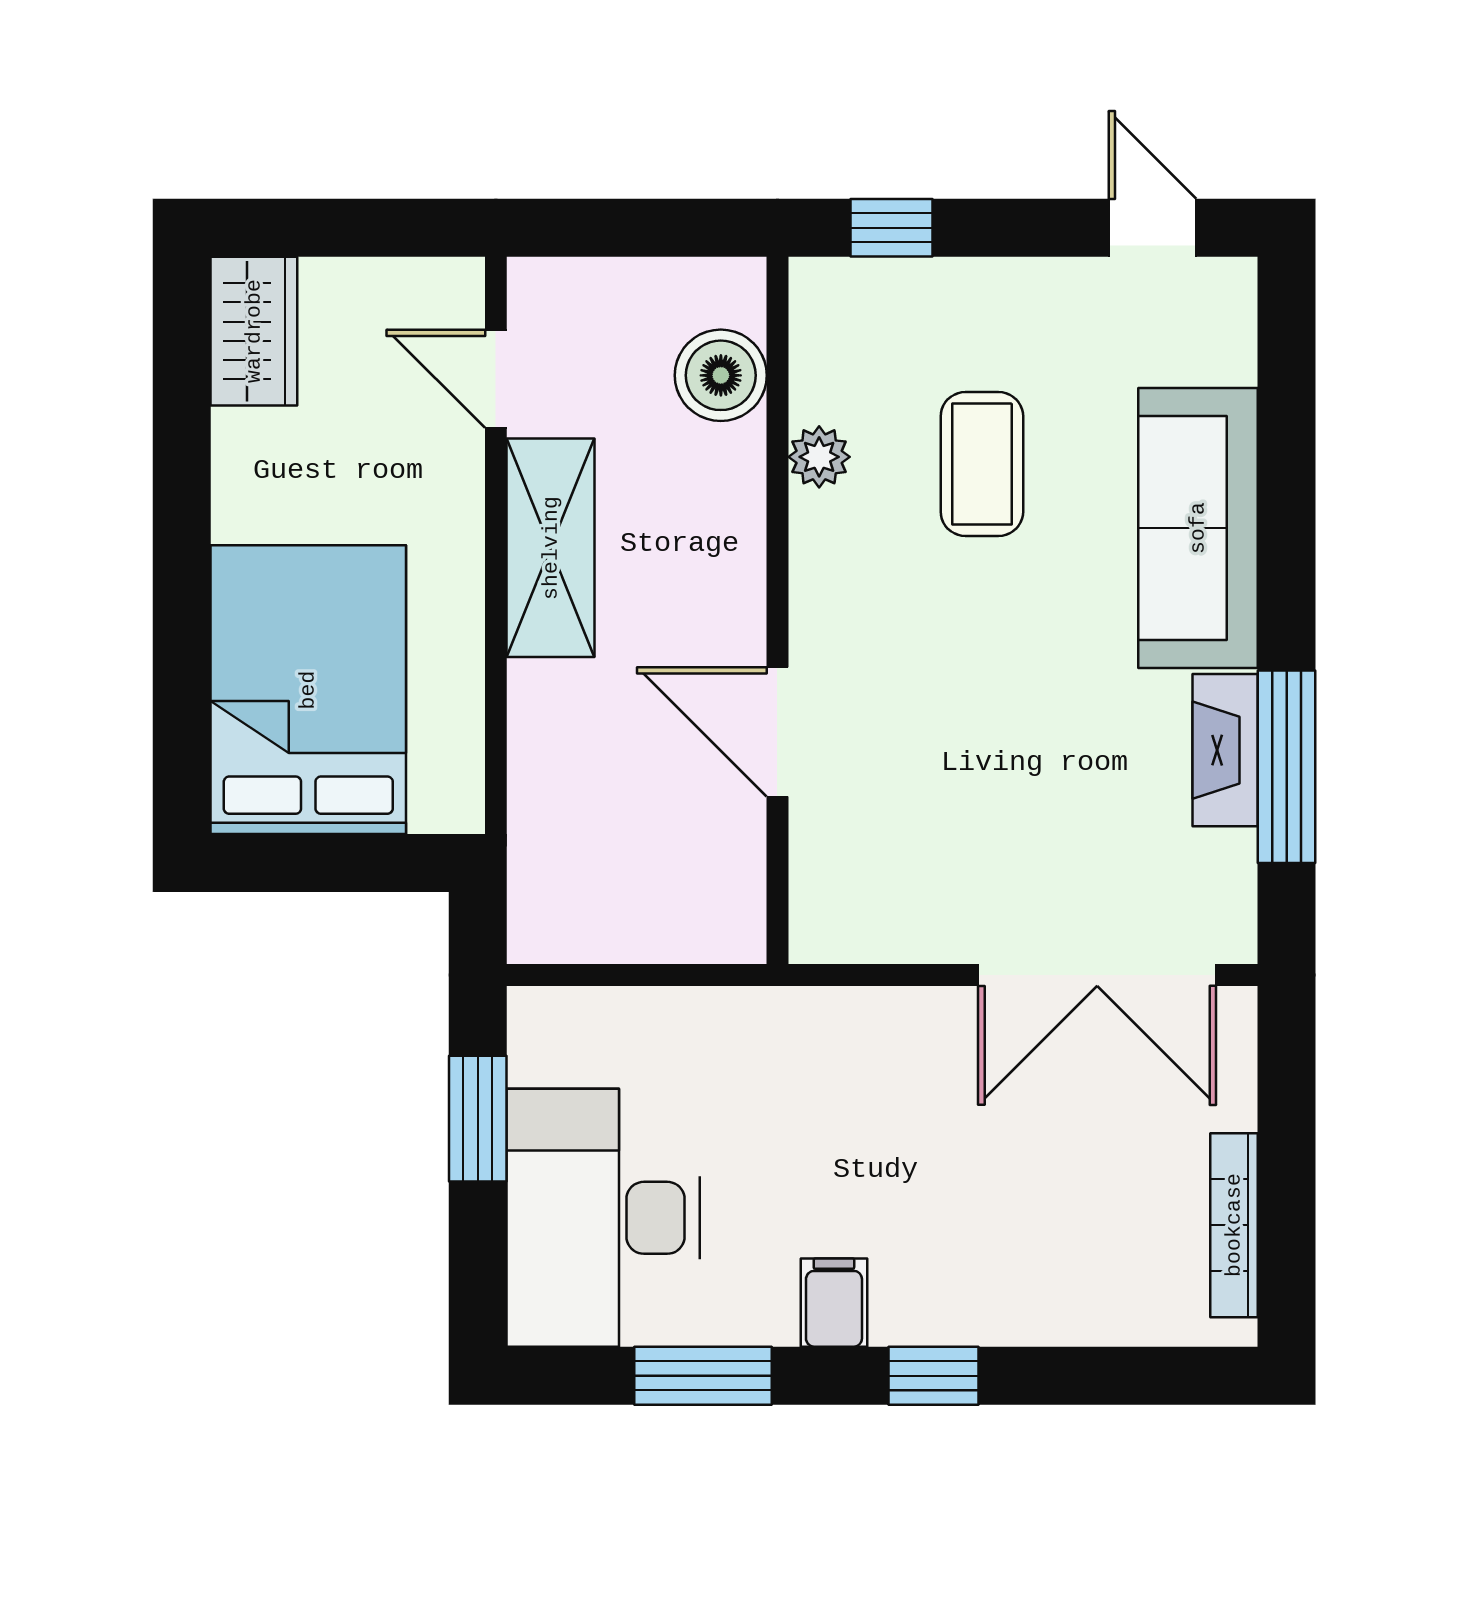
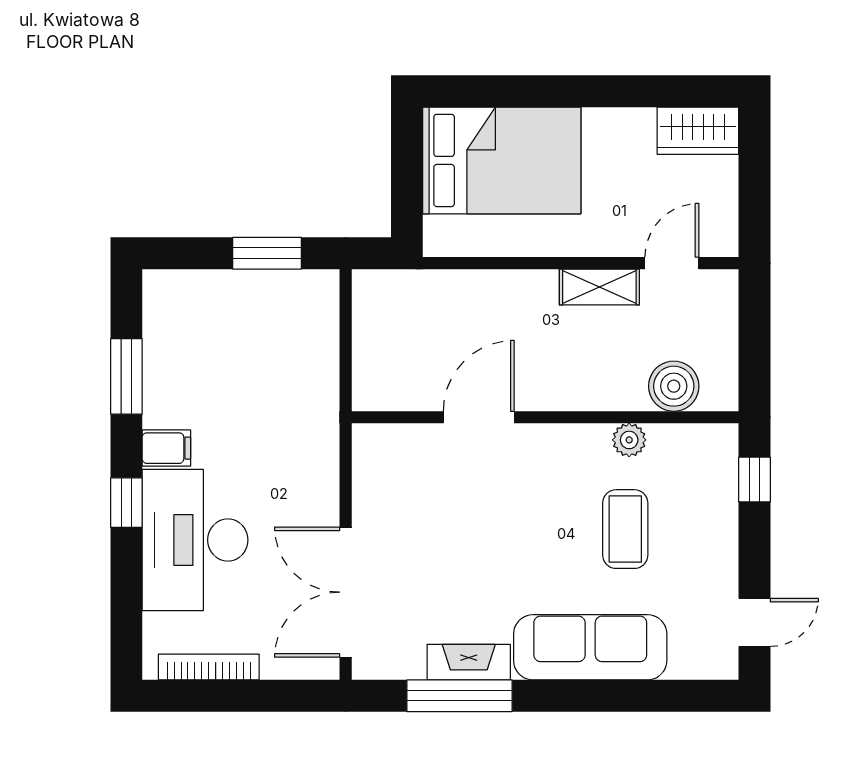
coffee table: (982, 464) -> (625, 529), turned 90
shelving: (551, 548) -> (599, 287), width x0.67, depth x0.75
desk: (603, 1218) -> (195, 540), moved, turned -90

